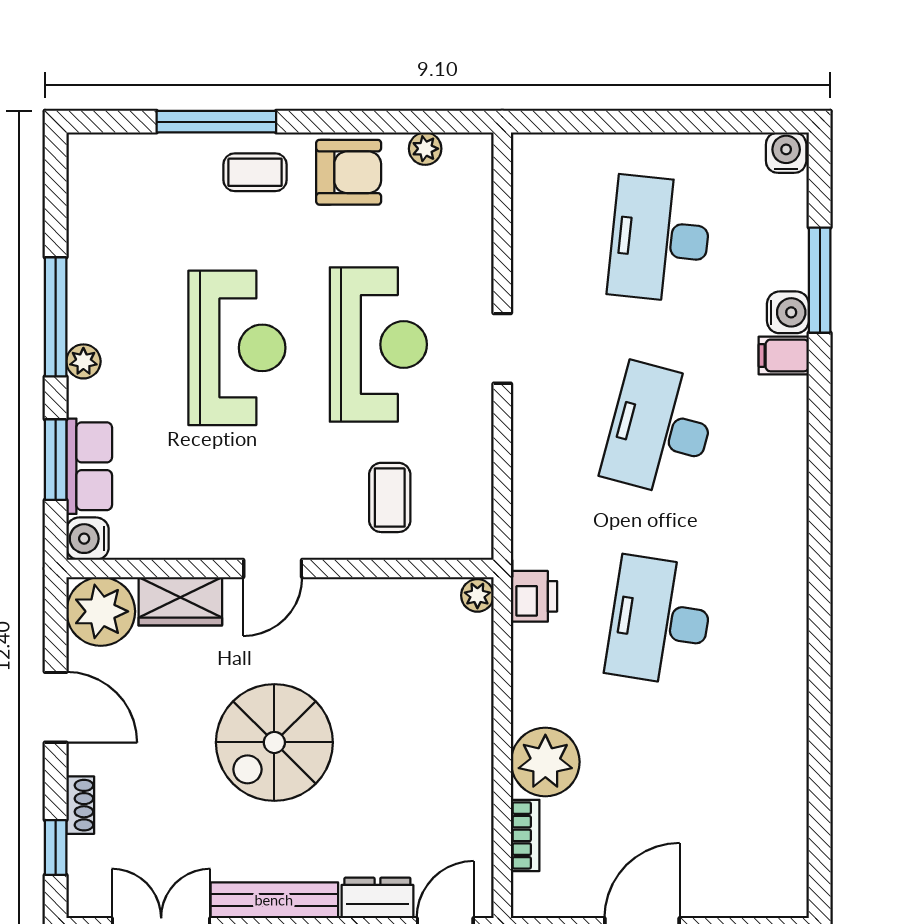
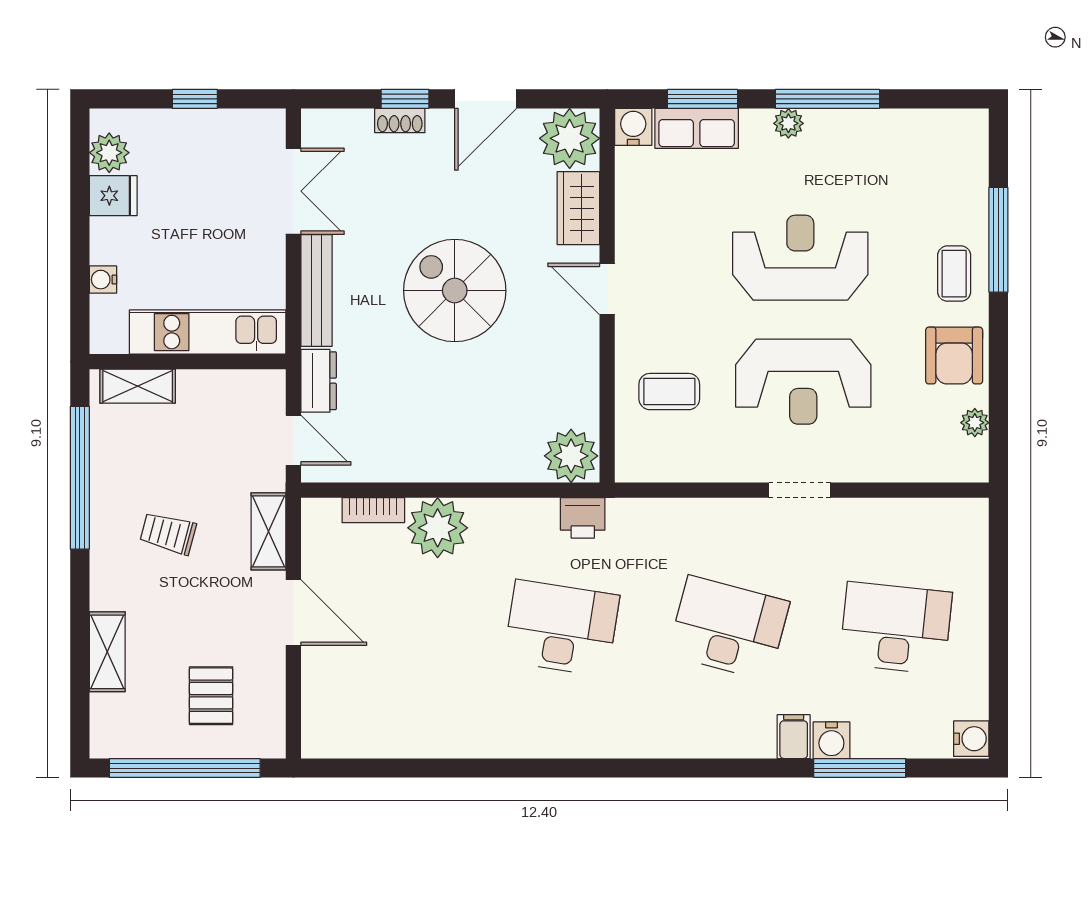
reception desk: (237, 348) -> (800, 258), turned 180
plant: (477, 595) -> (571, 456), width x1.88, depth x1.88
window: (56, 848) -> (405, 99), moved

